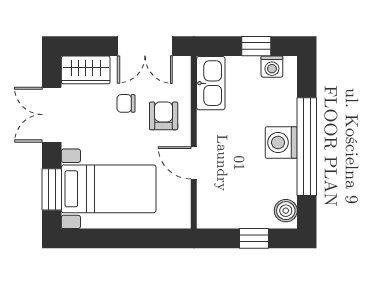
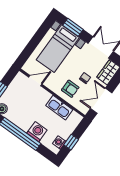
kitchen sink: (211, 83) -> (59, 108), moved
washing machine: (281, 143) -> (37, 132), moved
door: (194, 163) -> (35, 81), moved

